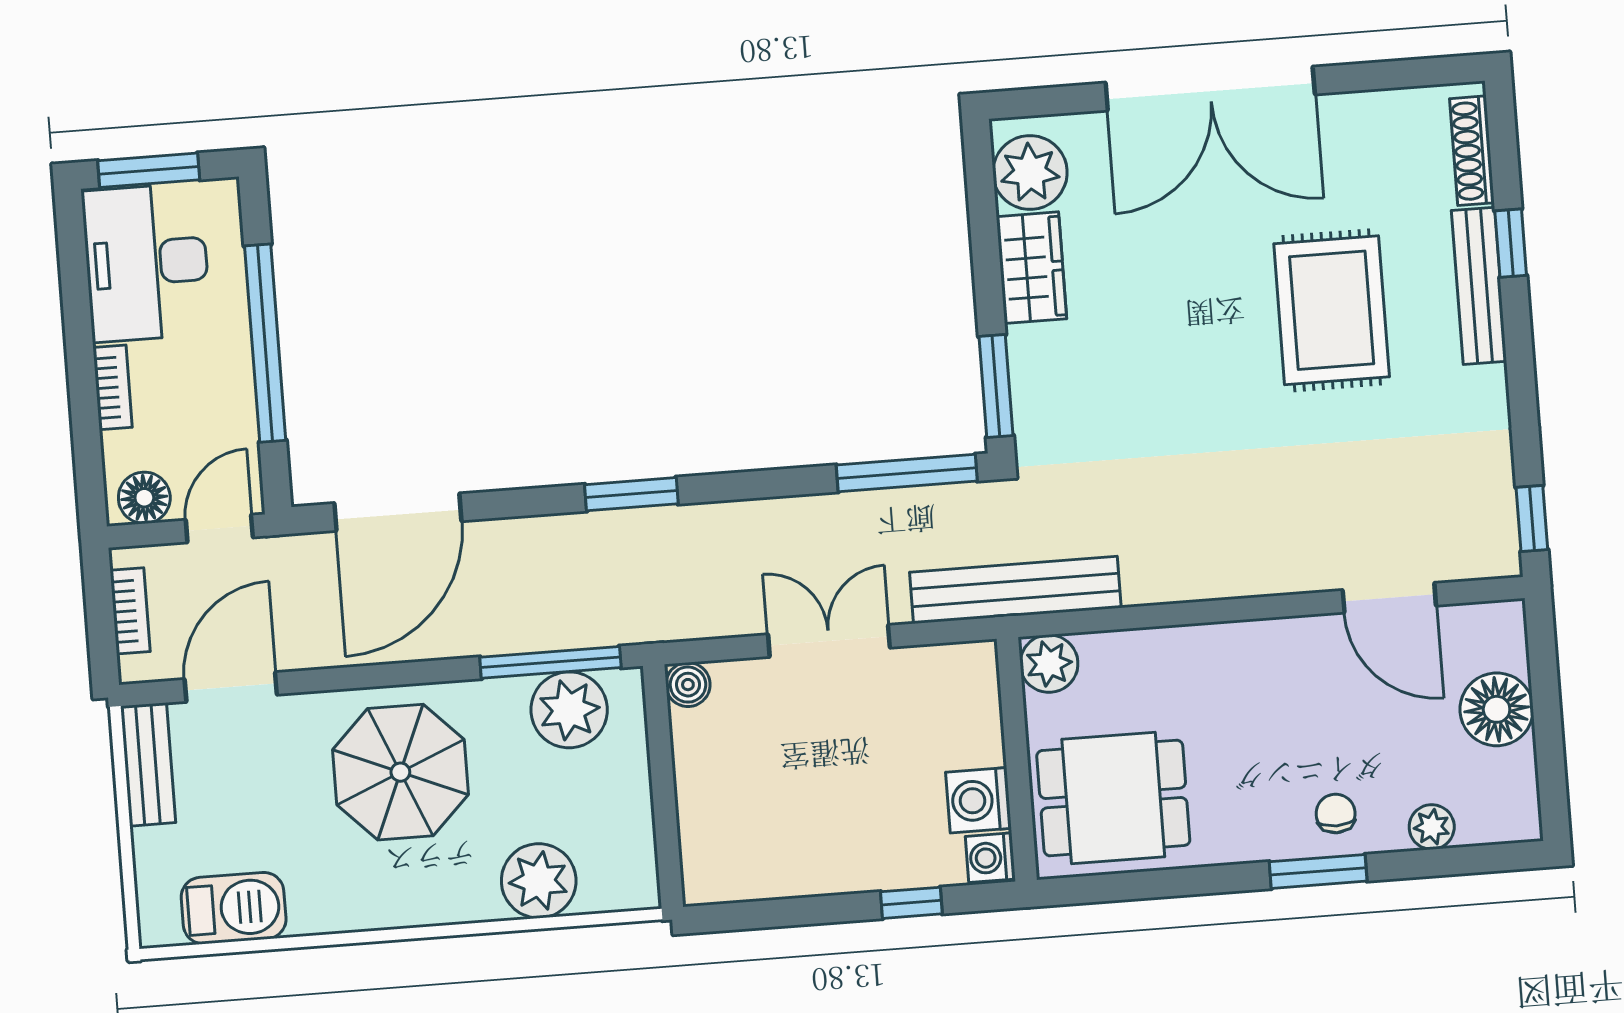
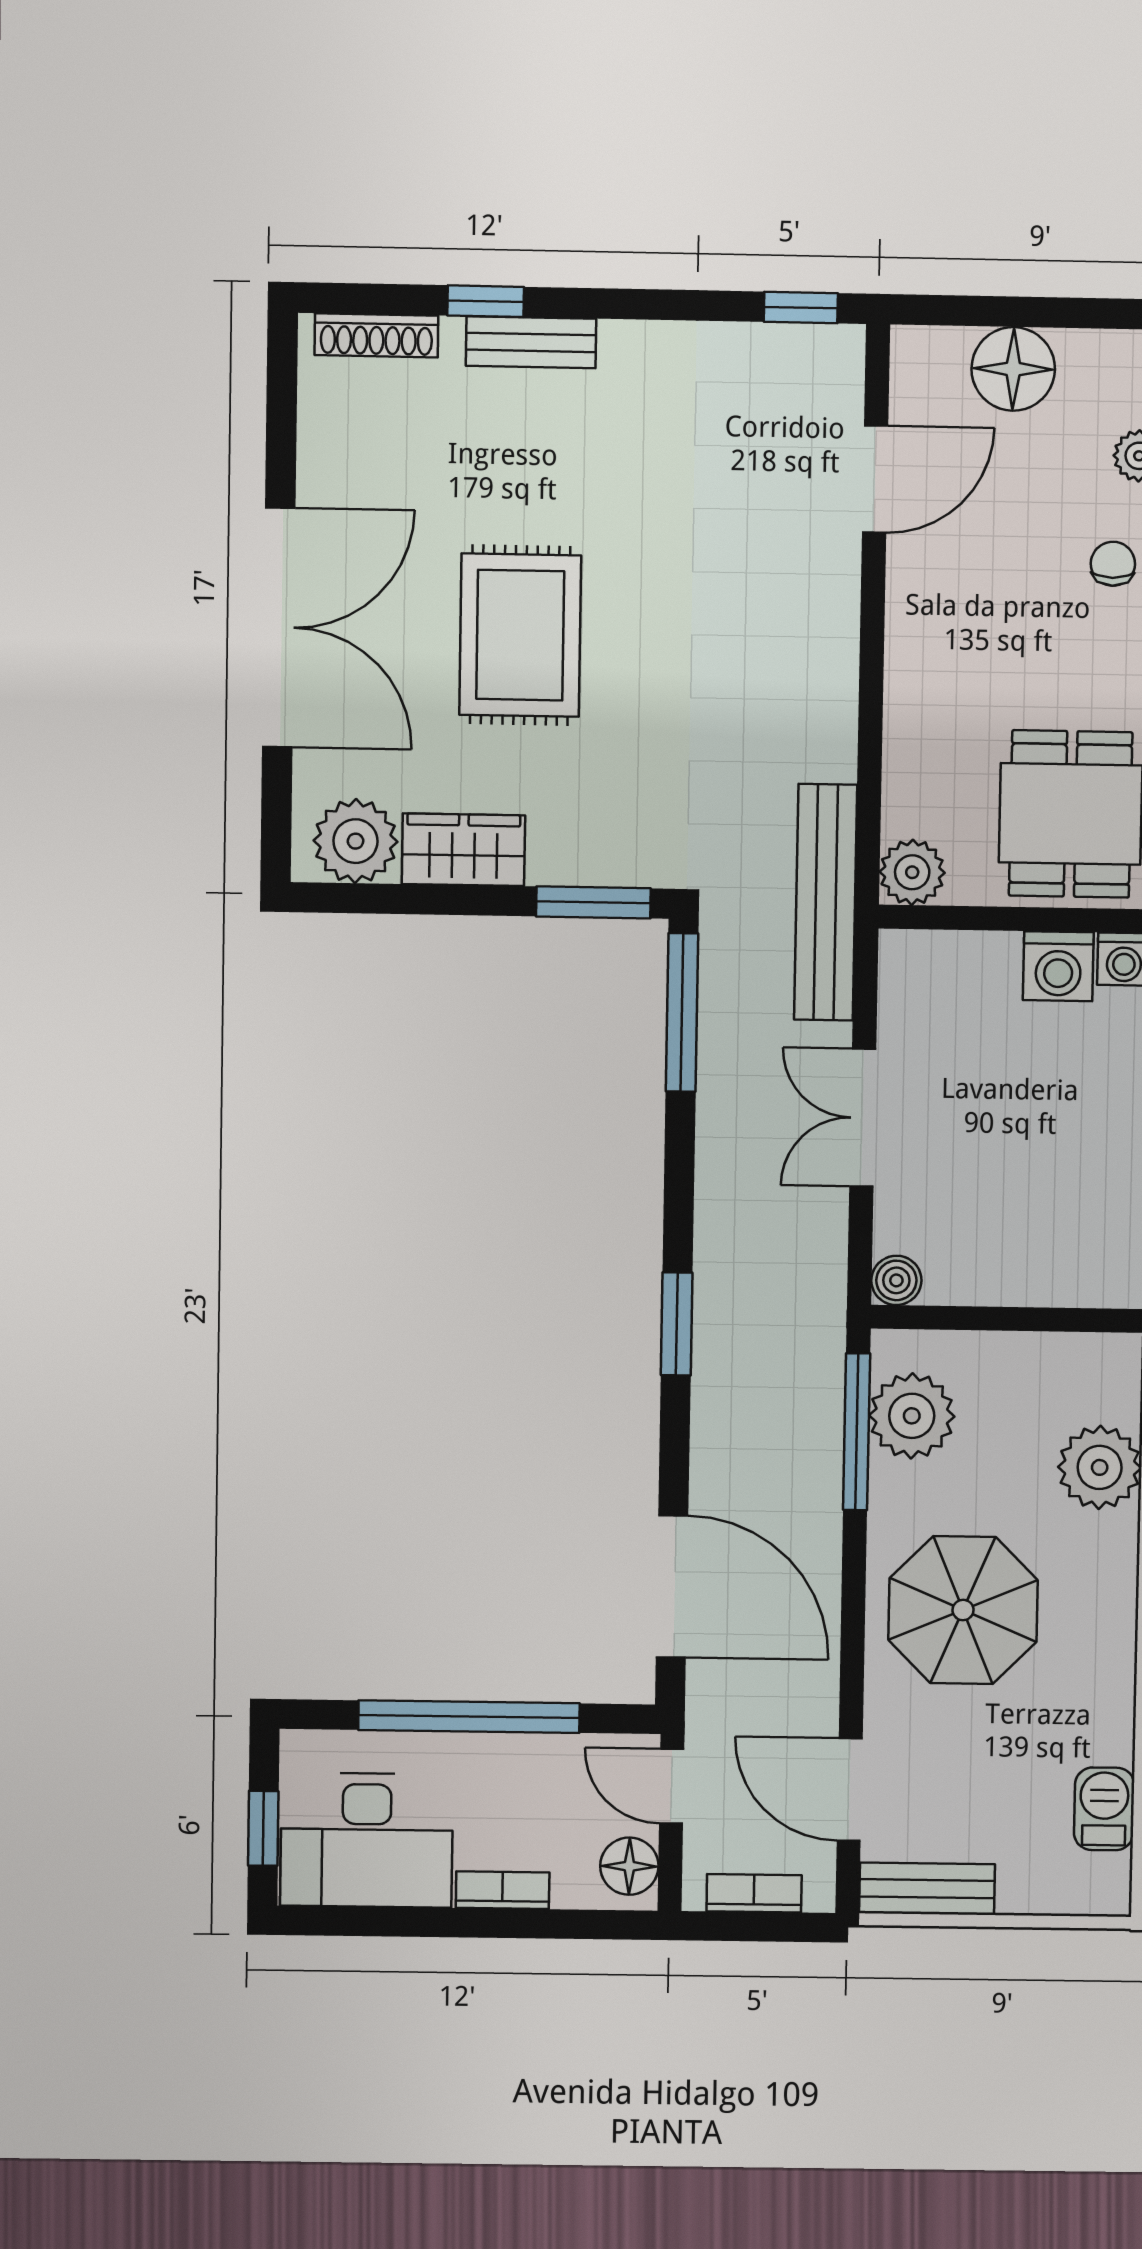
window: (149, 170) -> (263, 1828), width x0.67
bench: (1479, 286) -> (531, 342), width x0.73
rug: (1332, 310) -> (520, 635), moved, turned 90
chair: (1336, 813) -> (1113, 564), turned 90
barbecue: (234, 908) -> (1104, 1809), width x0.73, depth x0.79

